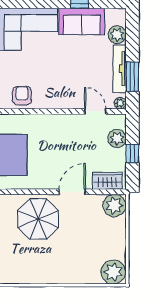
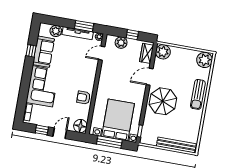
door: (72, 192) -> (150, 77), hinge flipped
sun lounger: (58, 271) -> (198, 94), added

